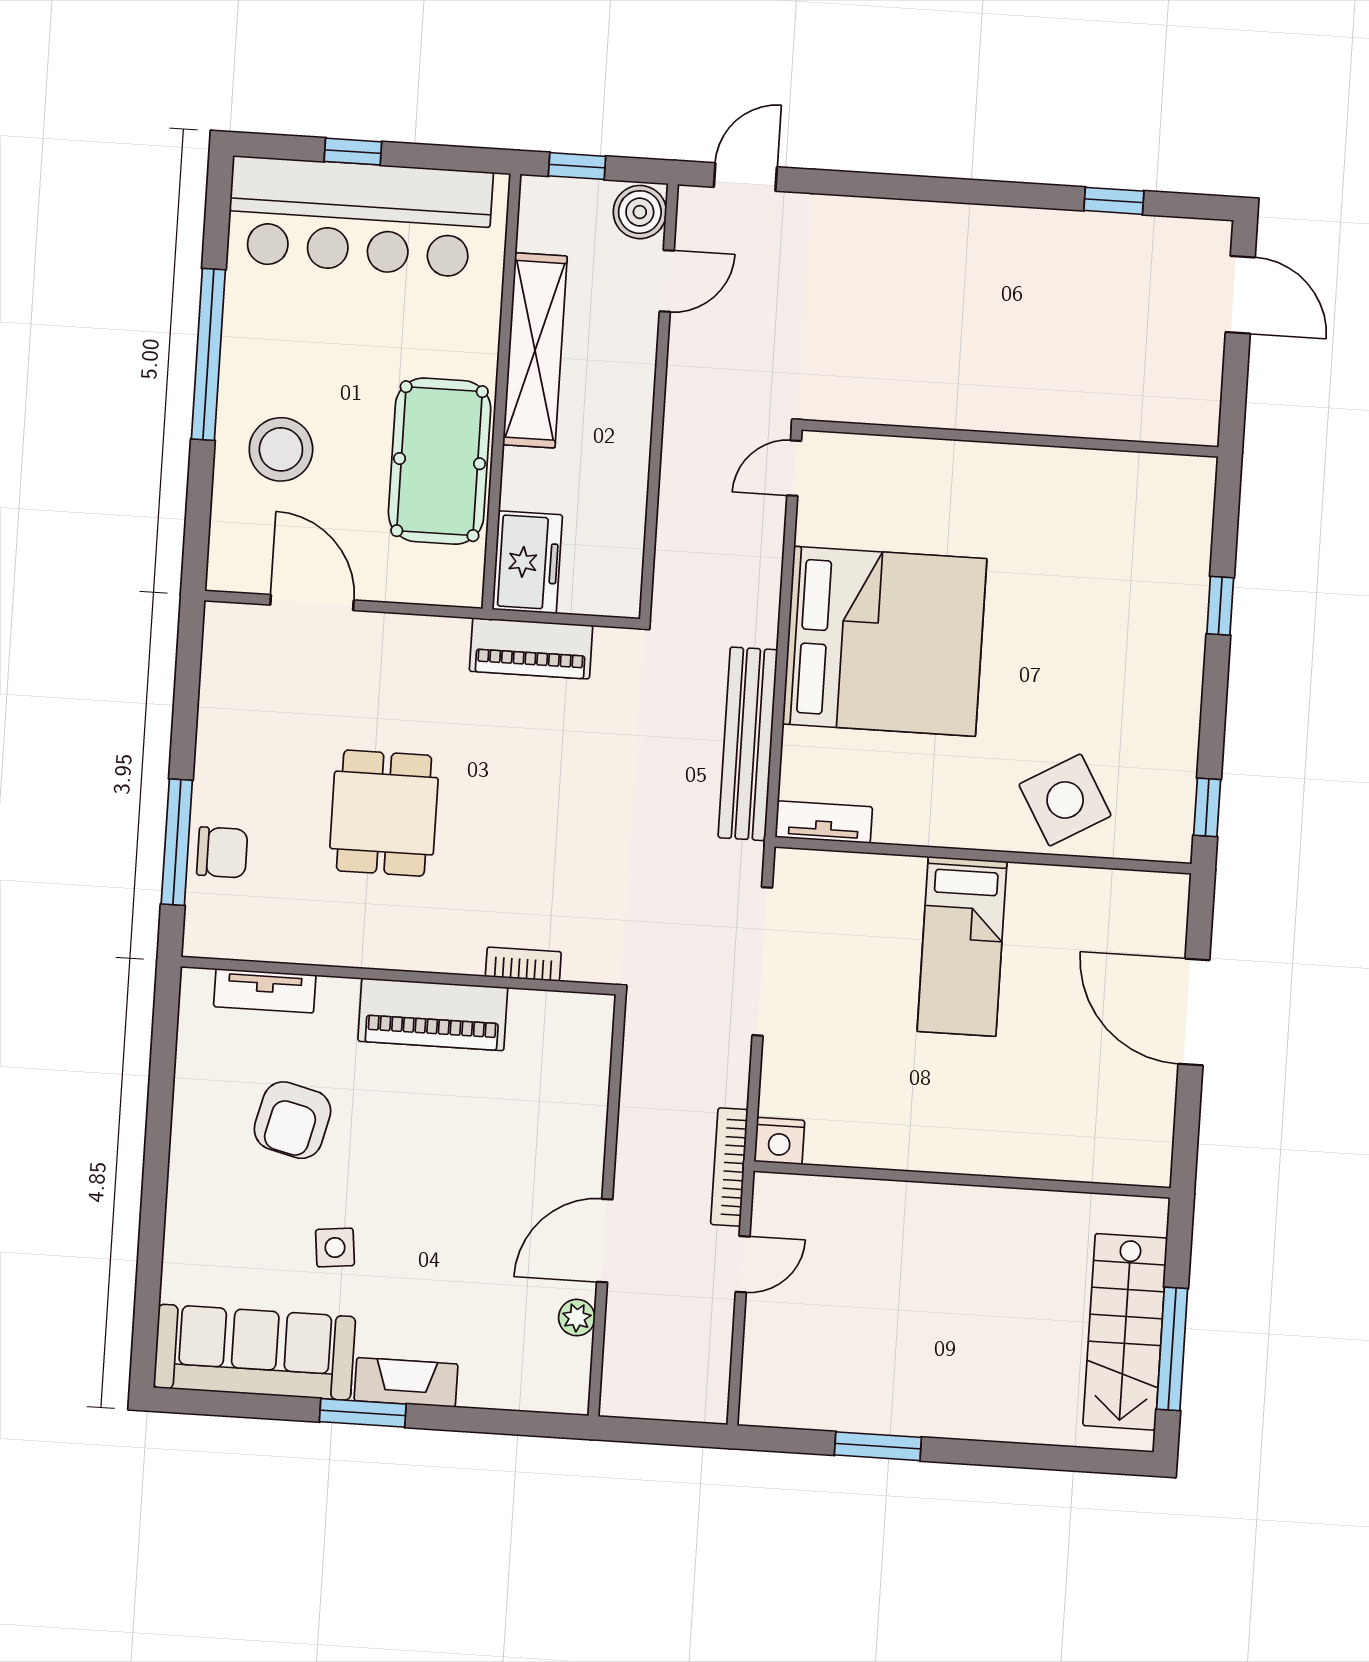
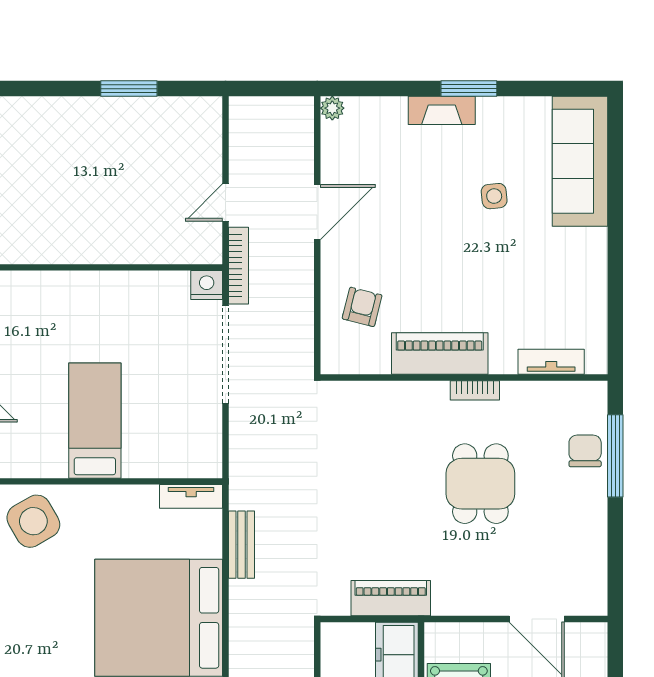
bench: (748, 744) -> (241, 545), width x0.54, depth x0.82
chair: (222, 852) -> (585, 451), turned 90
doorway: (762, 961) -> (226, 354), moved
bookcase: (523, 964) -> (475, 390), moved
armchair: (292, 1120) -> (362, 307), moved, width x0.72, depth x0.72
plant: (577, 1318) -> (332, 108), moved
sofa: (254, 1352) -> (580, 161), moved, turned 90

